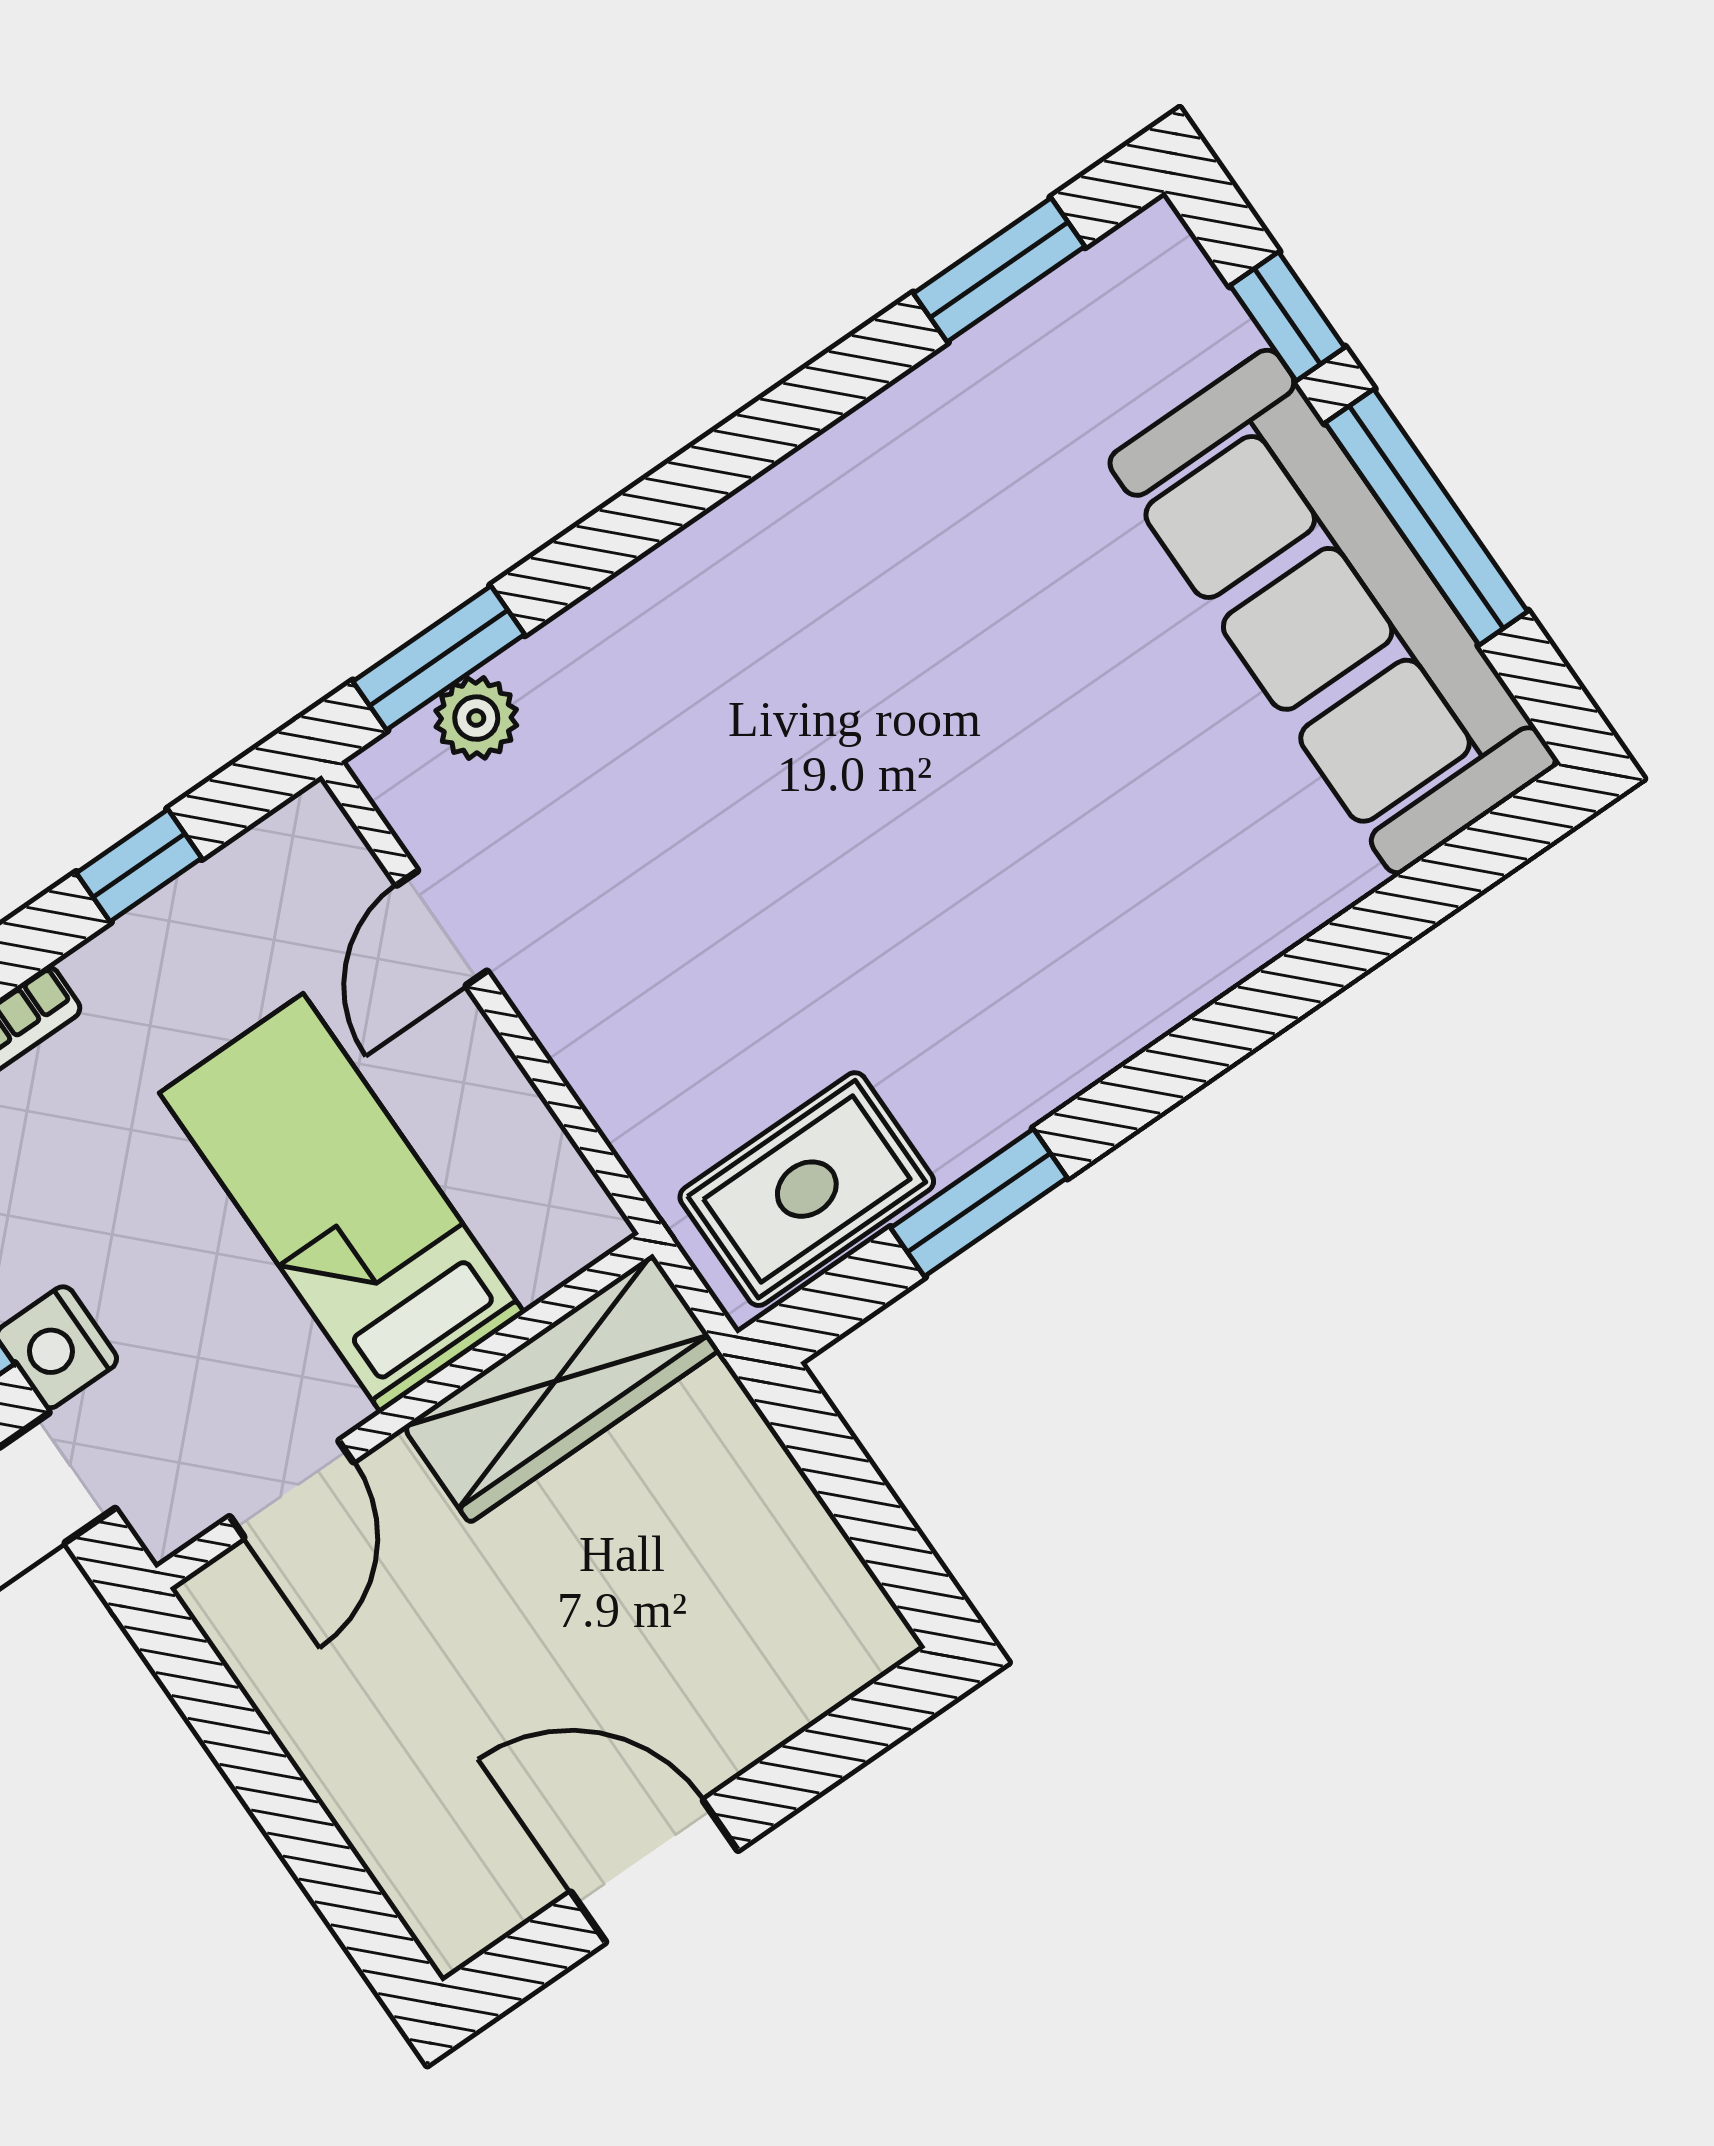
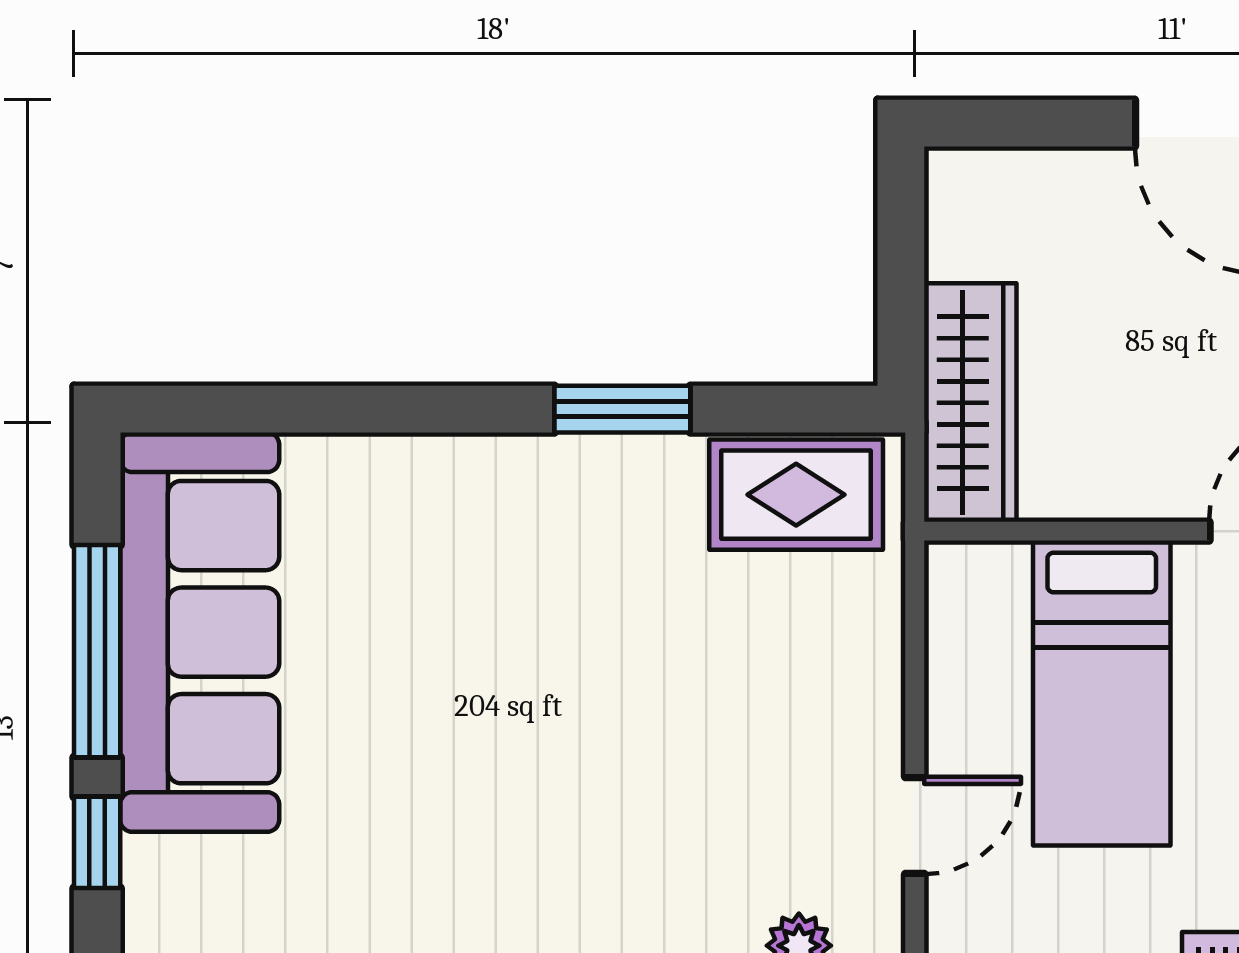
window: (979, 1203) -> (622, 409), moved
wardrobe: (561, 1389) -> (970, 403), moved, turned 90

